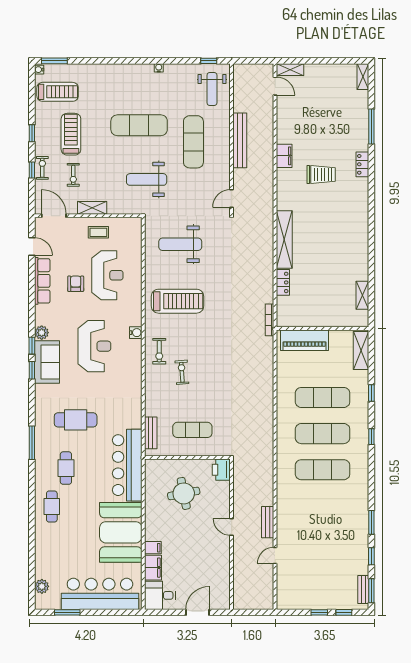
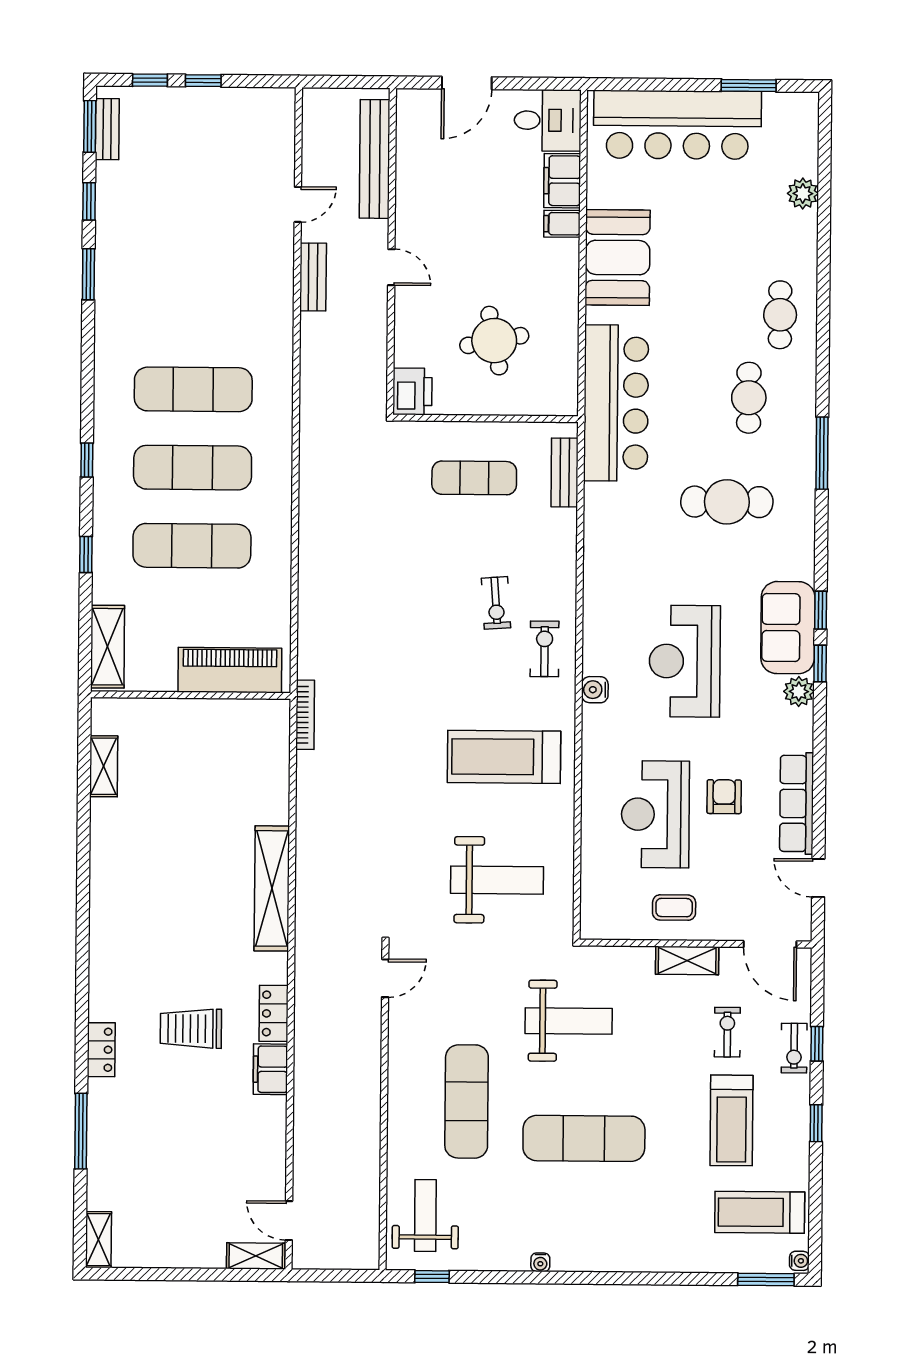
bench: (240, 140) -> (375, 159), moved
locker: (283, 282) -> (274, 1013), moved
armchair: (76, 284) -> (724, 797), turned 180
booth: (121, 532) -> (618, 257), width x0.73, depth x0.70
plant: (42, 586) -> (803, 193), moved

